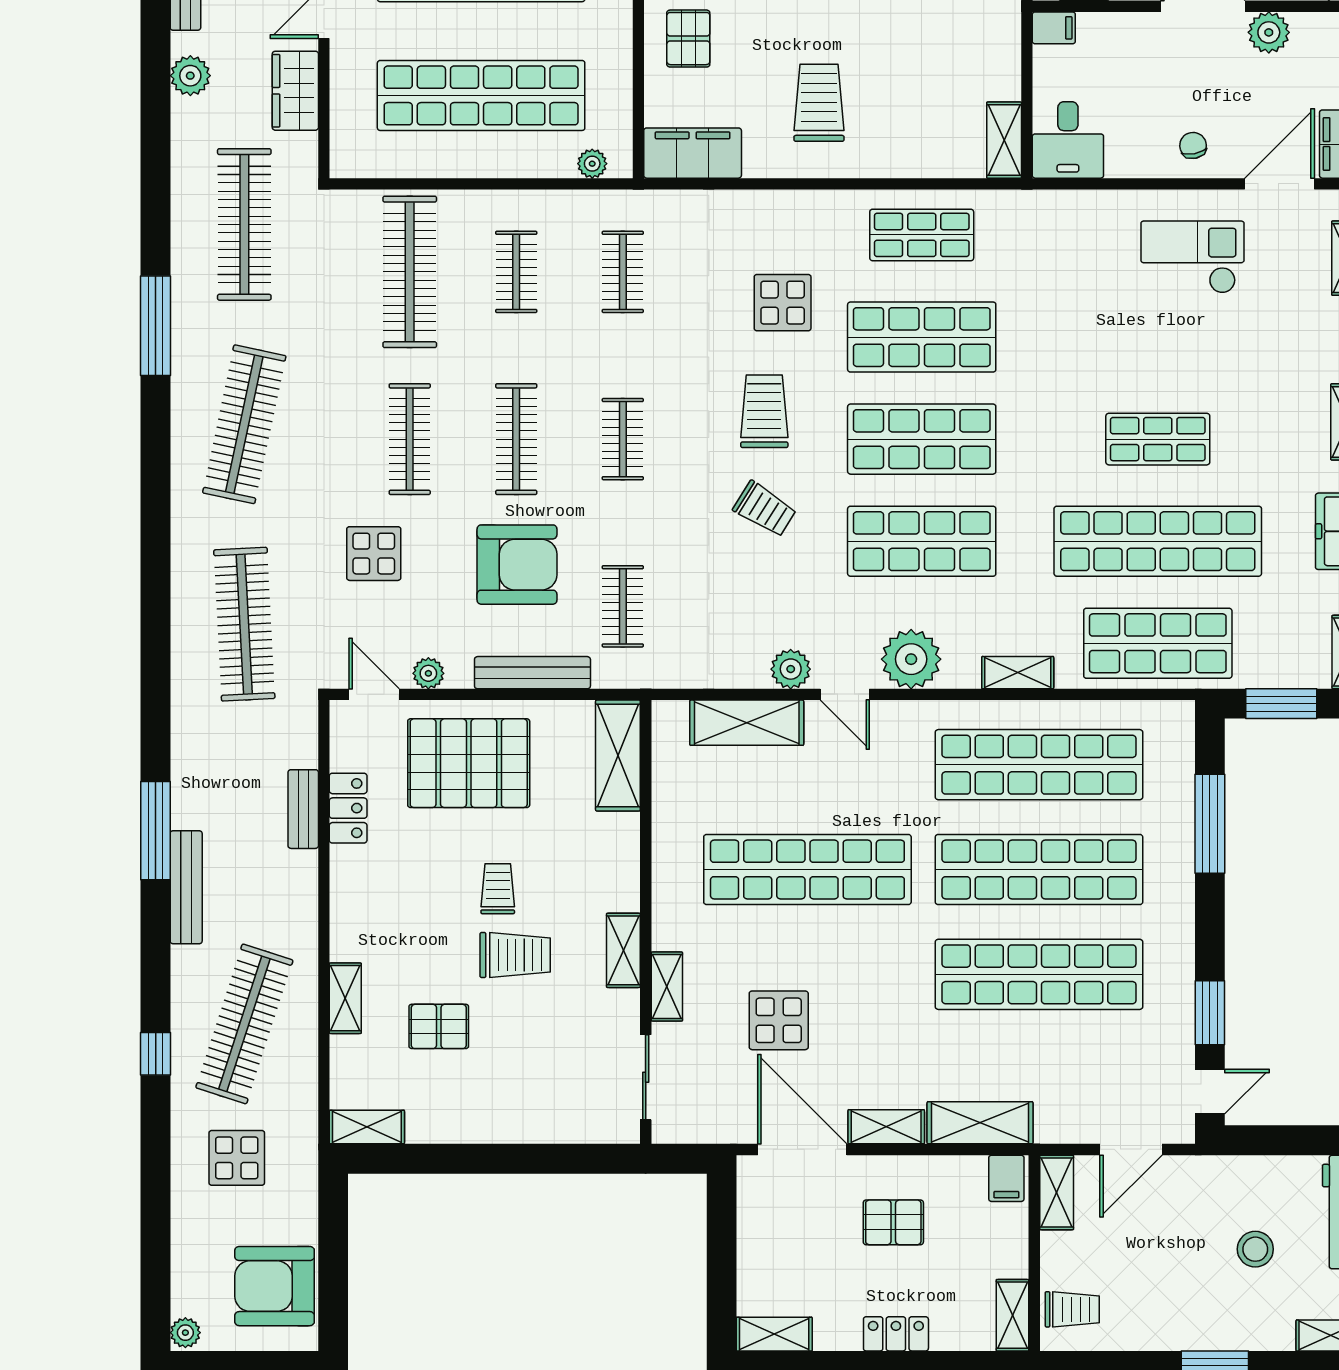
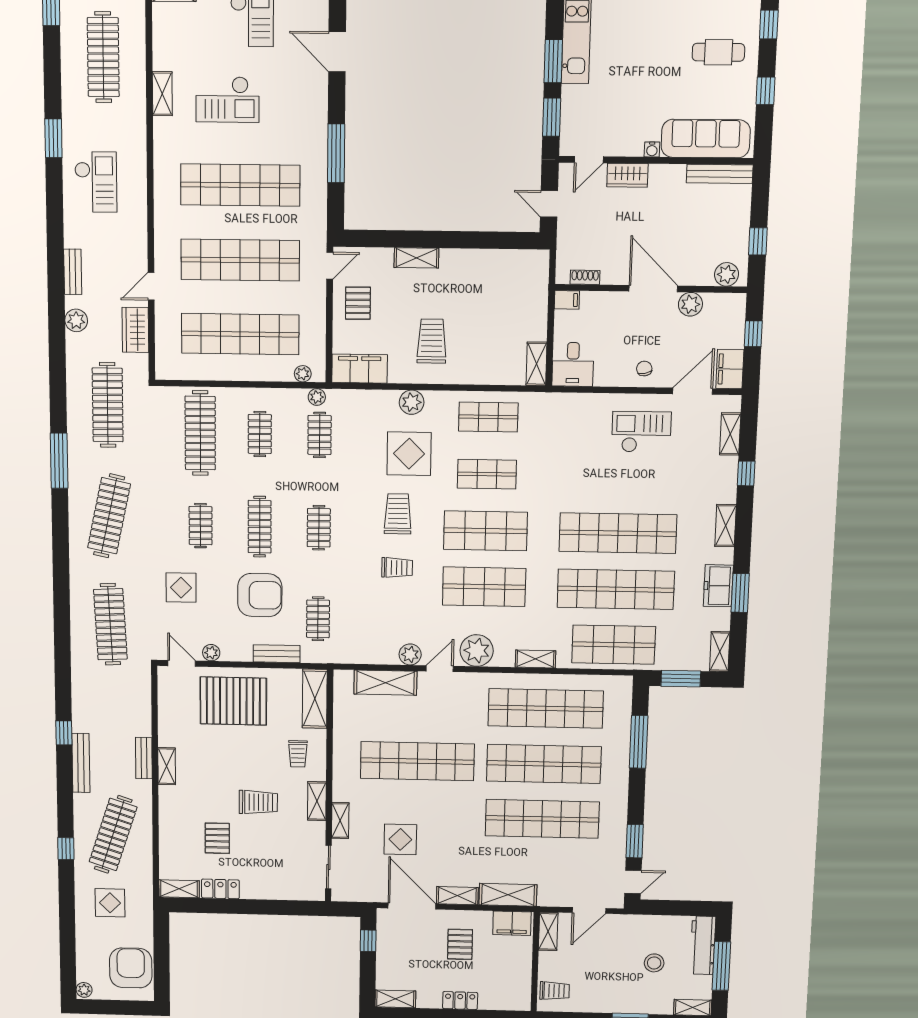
plant: (617, 204) -> (317, 397), added
plant: (786, 211) -> (412, 402), added
display table: (783, 303) -> (409, 454), width x1.36, depth x1.36
shop shelf: (922, 337) -> (487, 474), width x0.70, depth x0.74
clothes rail: (410, 439) -> (201, 526), width x0.73
shop shelf: (1158, 439) -> (618, 533), width x2.00, depth x1.36
trolley: (765, 509) -> (397, 568), turned -32
bench: (532, 673) -> (277, 654), width x0.73
door: (845, 694) -> (440, 669), swing flipped
locker: (348, 808) -> (220, 889), moved, turned -90
bench: (303, 809) -> (144, 758), moved
window: (156, 831) -> (64, 733), width x0.46
trolley: (498, 889) -> (298, 754), moved, turned 180
shelving: (345, 998) -> (167, 766), moved
pallet: (439, 1026) -> (217, 838), turned 90
filing cabinet: (1006, 1178) -> (512, 923), width x2.00
window: (722, 1220) -> (368, 941), added
pallet: (893, 1222) -> (460, 944), turned 90
armchair: (275, 1286) -> (131, 968), turned 90
shelving: (1013, 1315) -> (523, 993), removed

